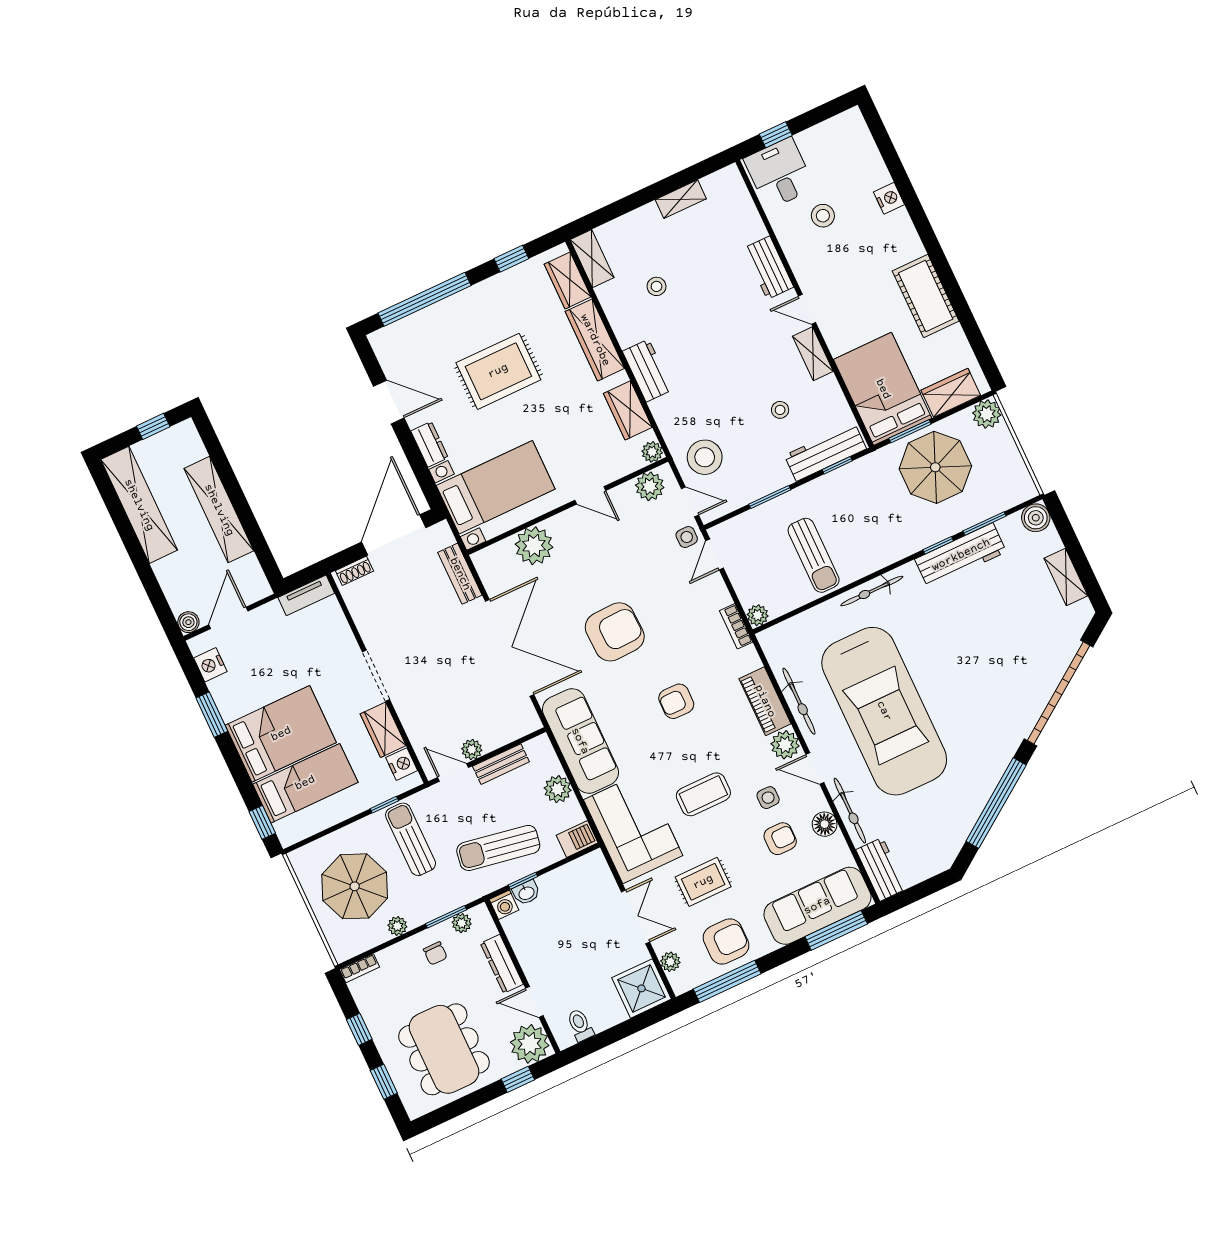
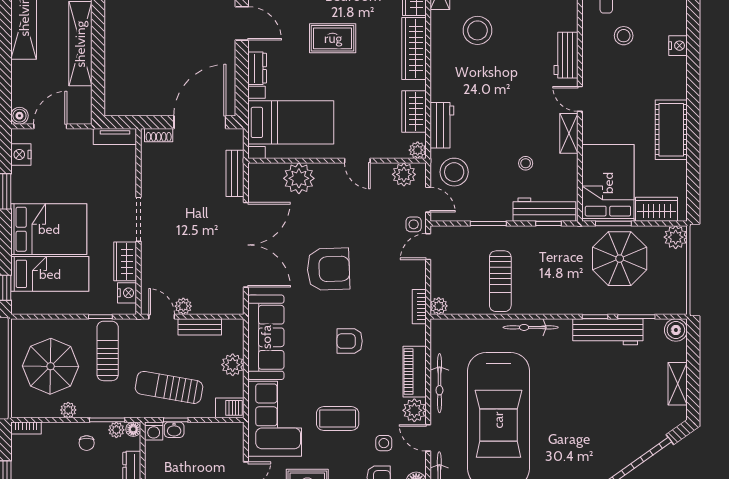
stool: (657, 286) -> (478, 30), width x1.89, depth x1.89
rug: (498, 371) -> (333, 38), width x0.73, depth x0.70
workbench: (647, 371) -> (442, 125), moved
floor lamp: (480, 913) -> (133, 429), added

